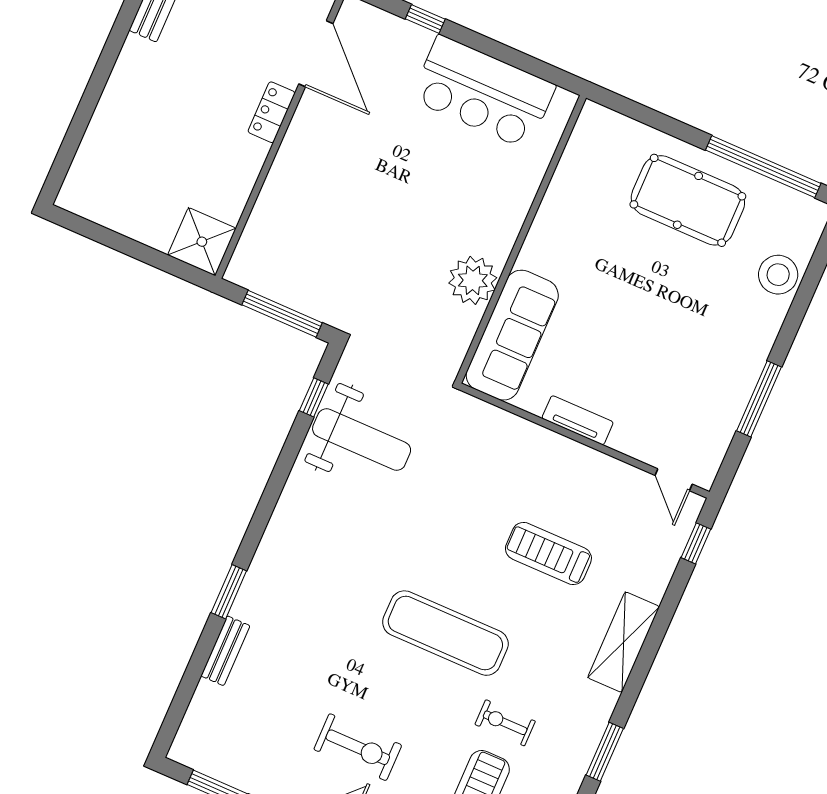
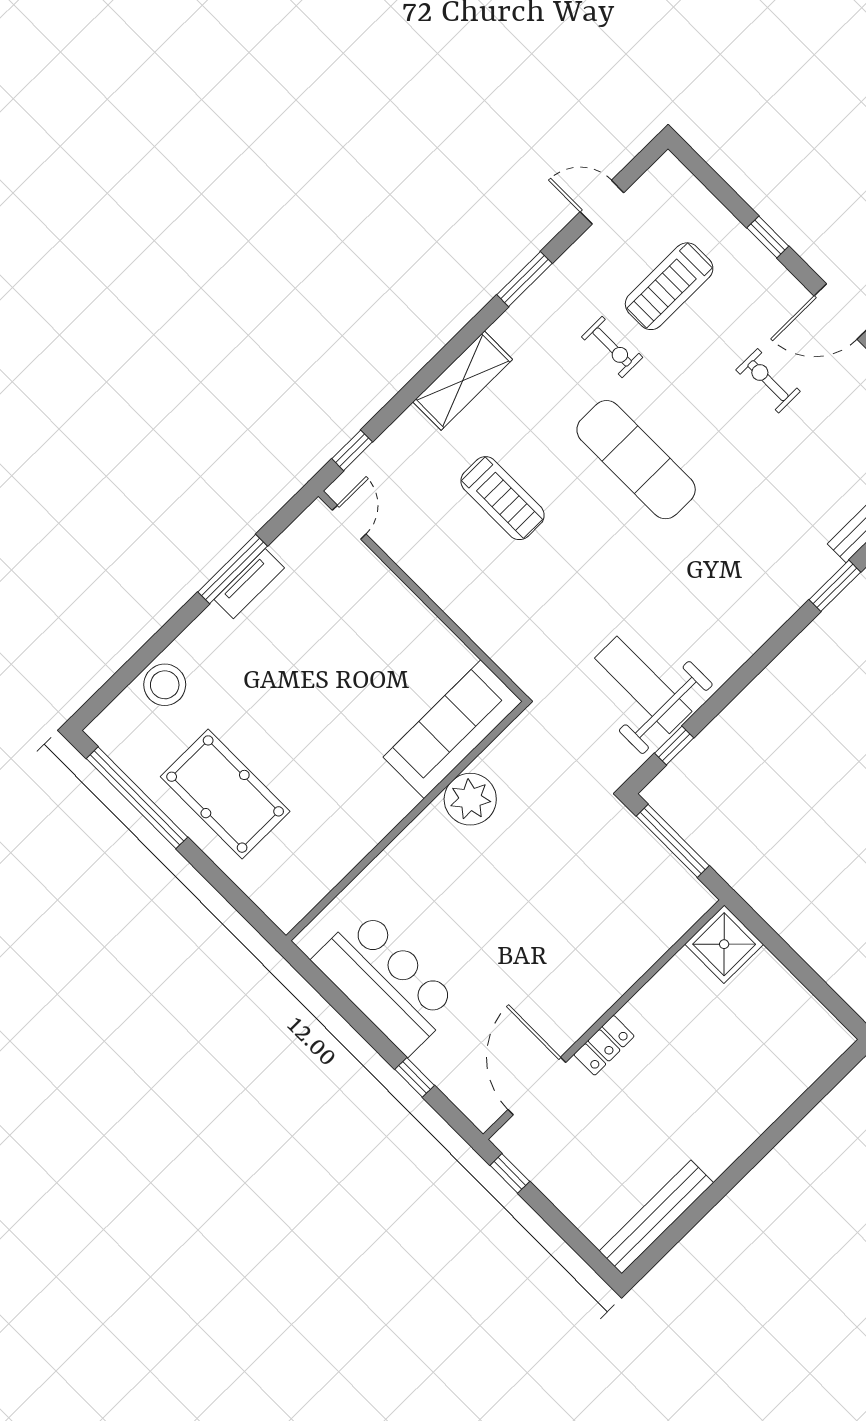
tv unit: (578, 420) -> (249, 584), moved, turned -90
exercise bike: (358, 747) -> (768, 381), width x0.73, depth x0.72

